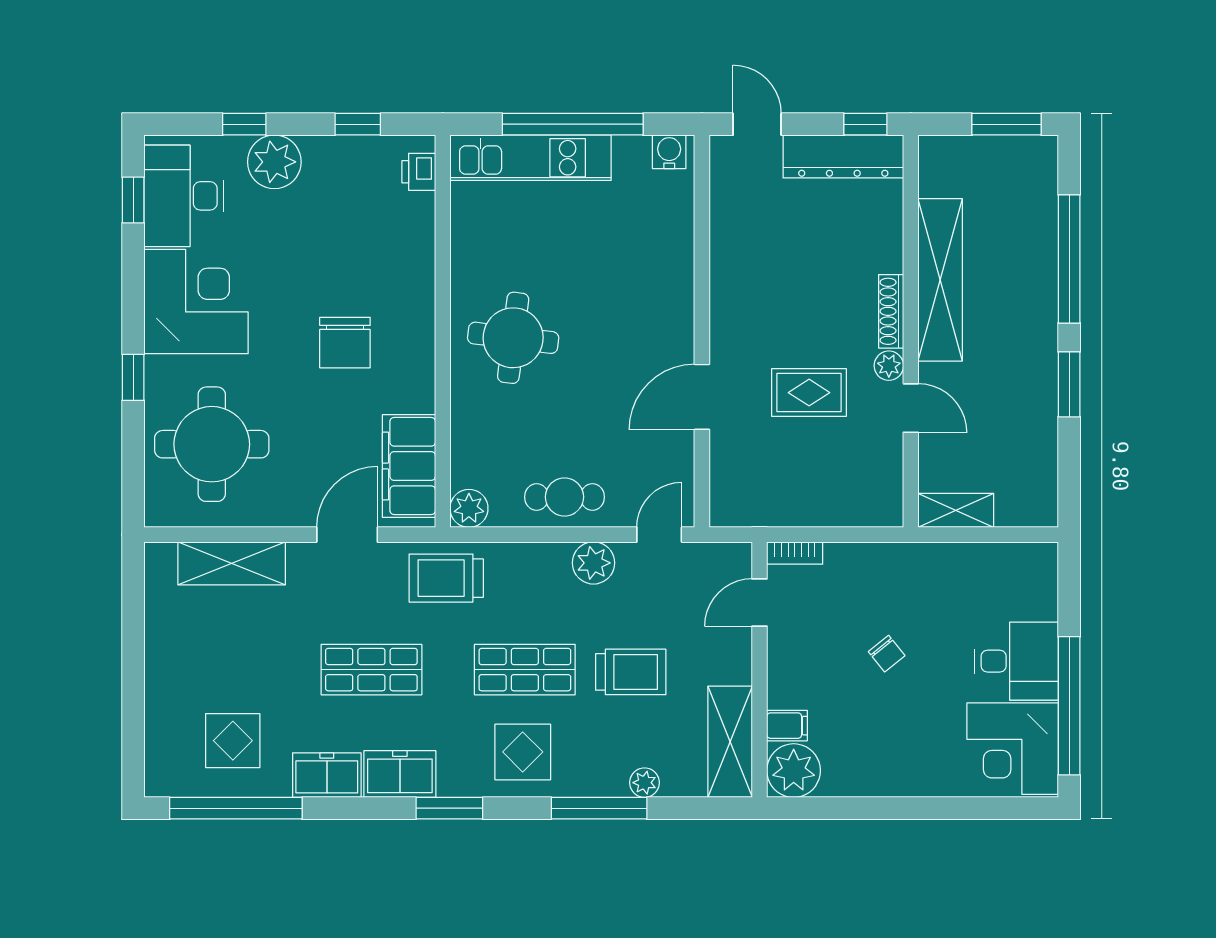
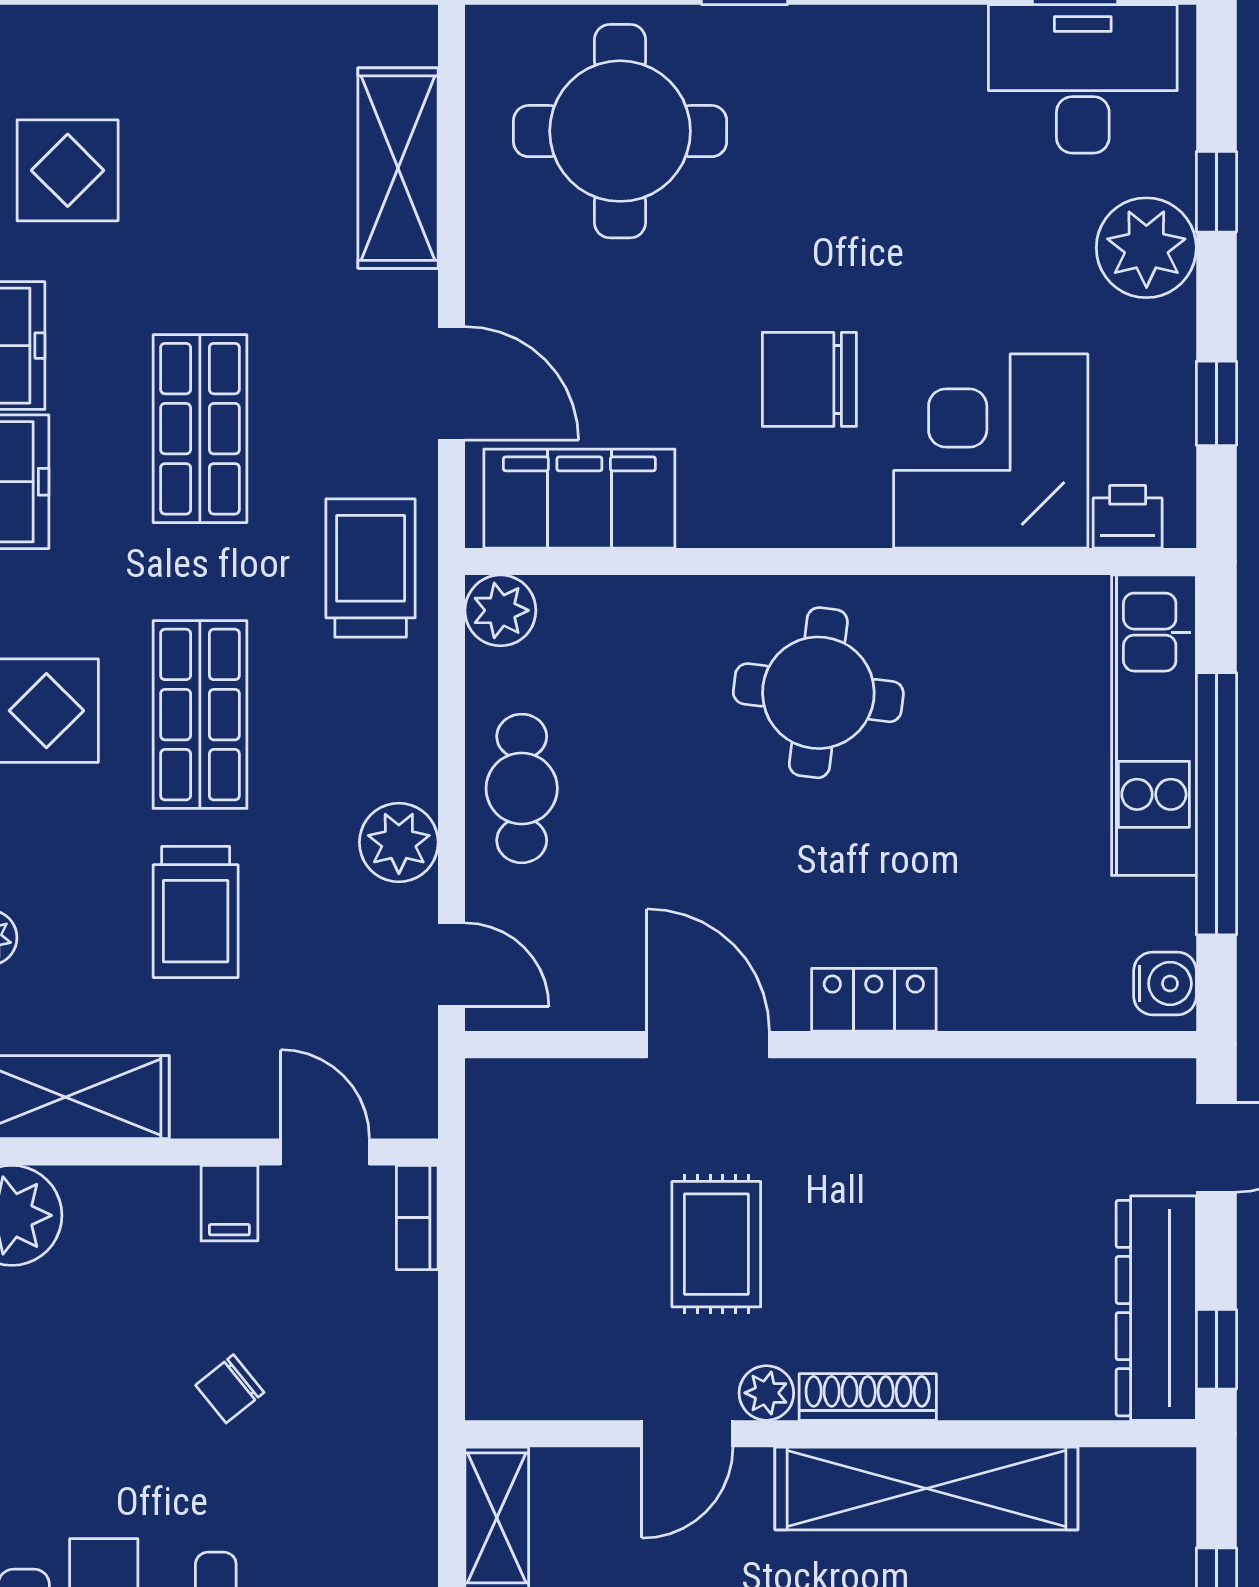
corner desk: (196, 302) -> (991, 451), moved, turned 180
locker: (678, 308) -> (874, 1000), added
filing cabinet: (787, 726) -> (229, 1203), moved

